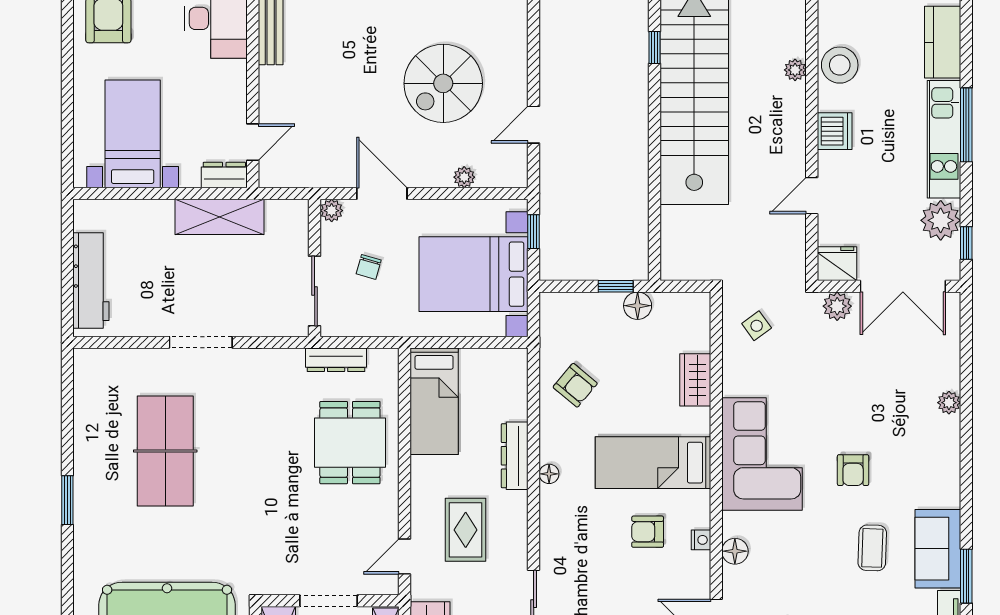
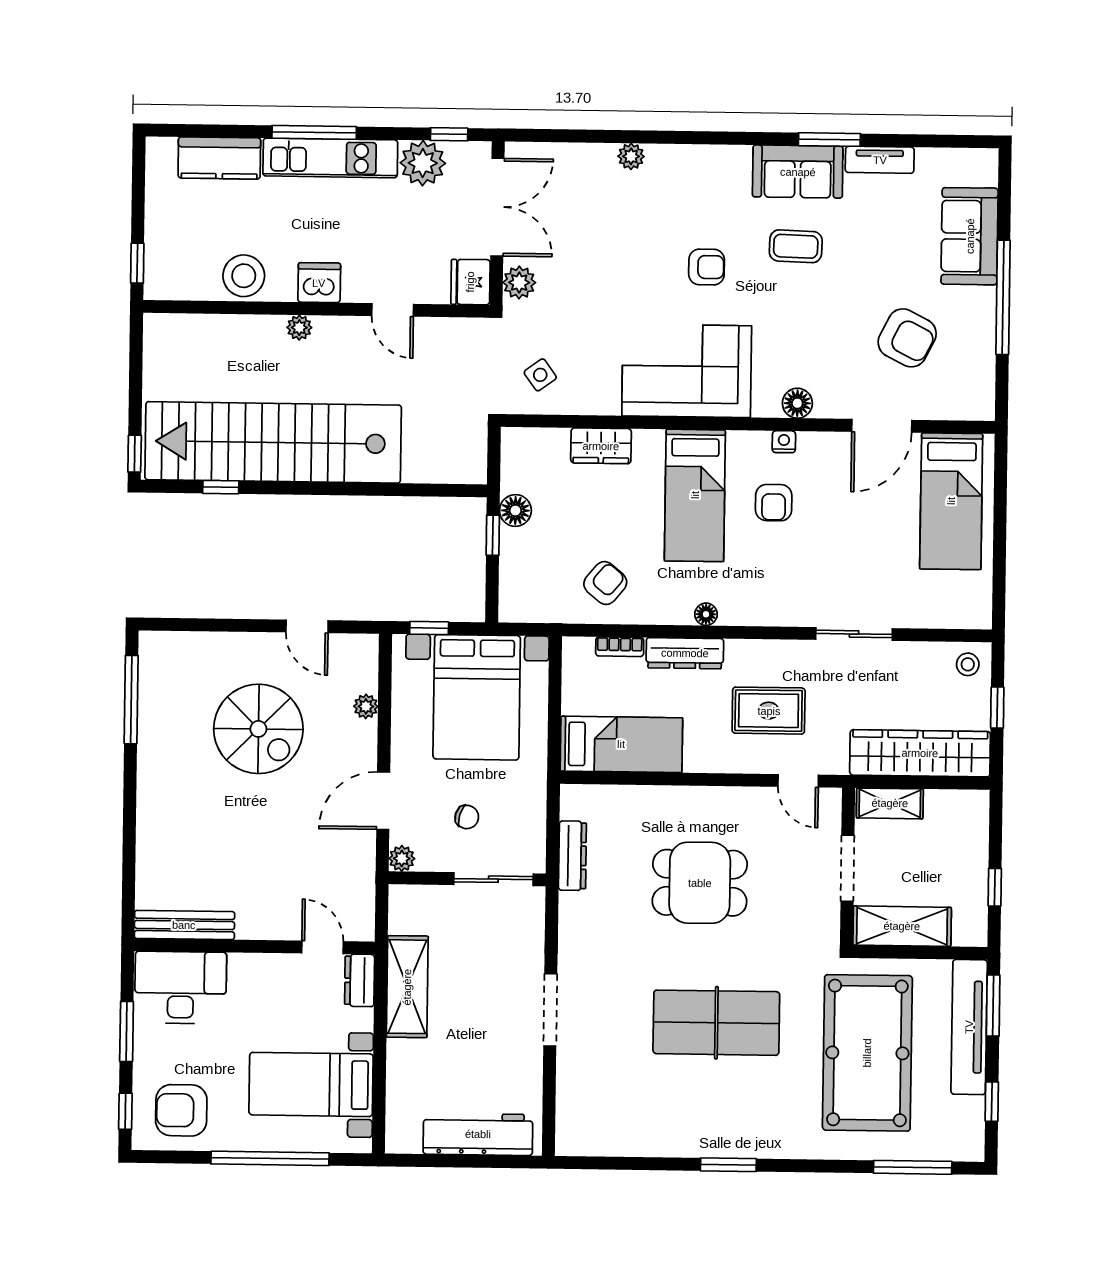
plant: (795, 70) -> (299, 328), moved
window: (67, 99) -> (270, 1158), added
bookcase: (520, 399) -> (620, 647), added
dining table: (350, 443) -> (700, 883), moved
table tennis table: (165, 451) -> (716, 1023), moved

